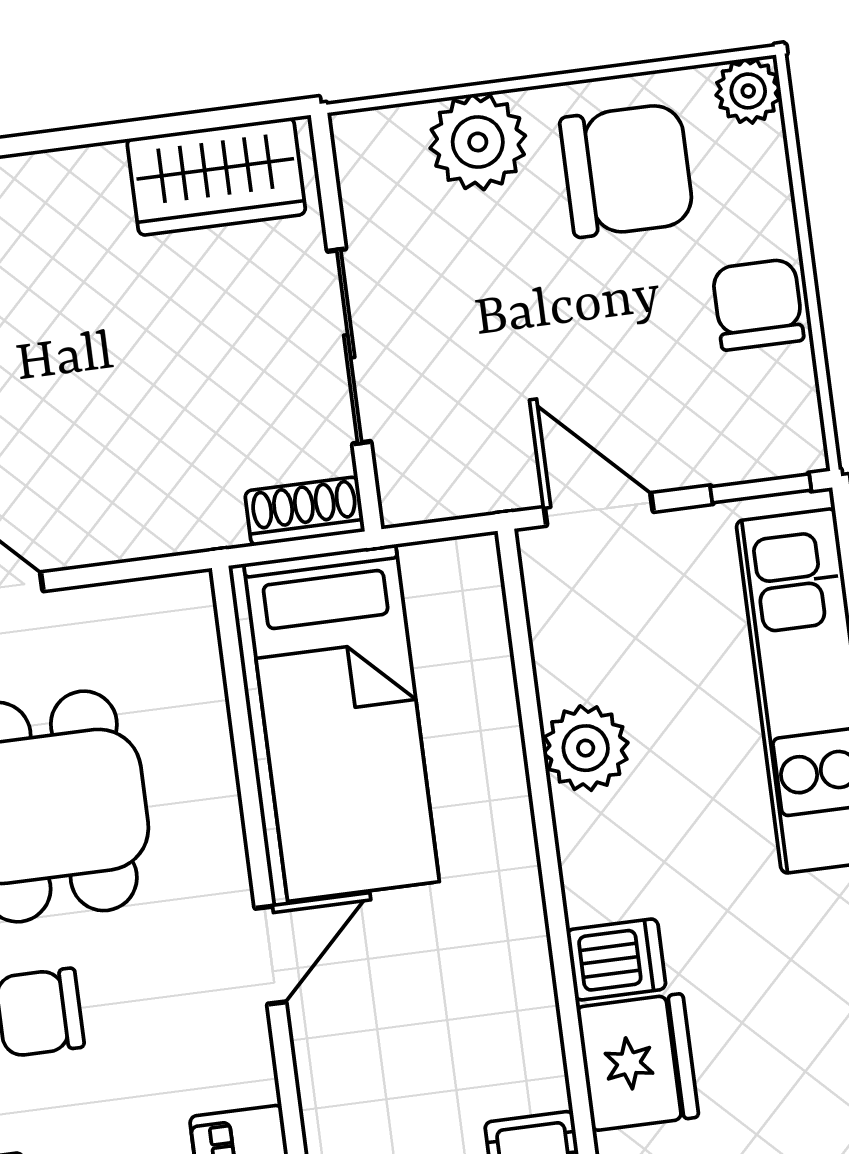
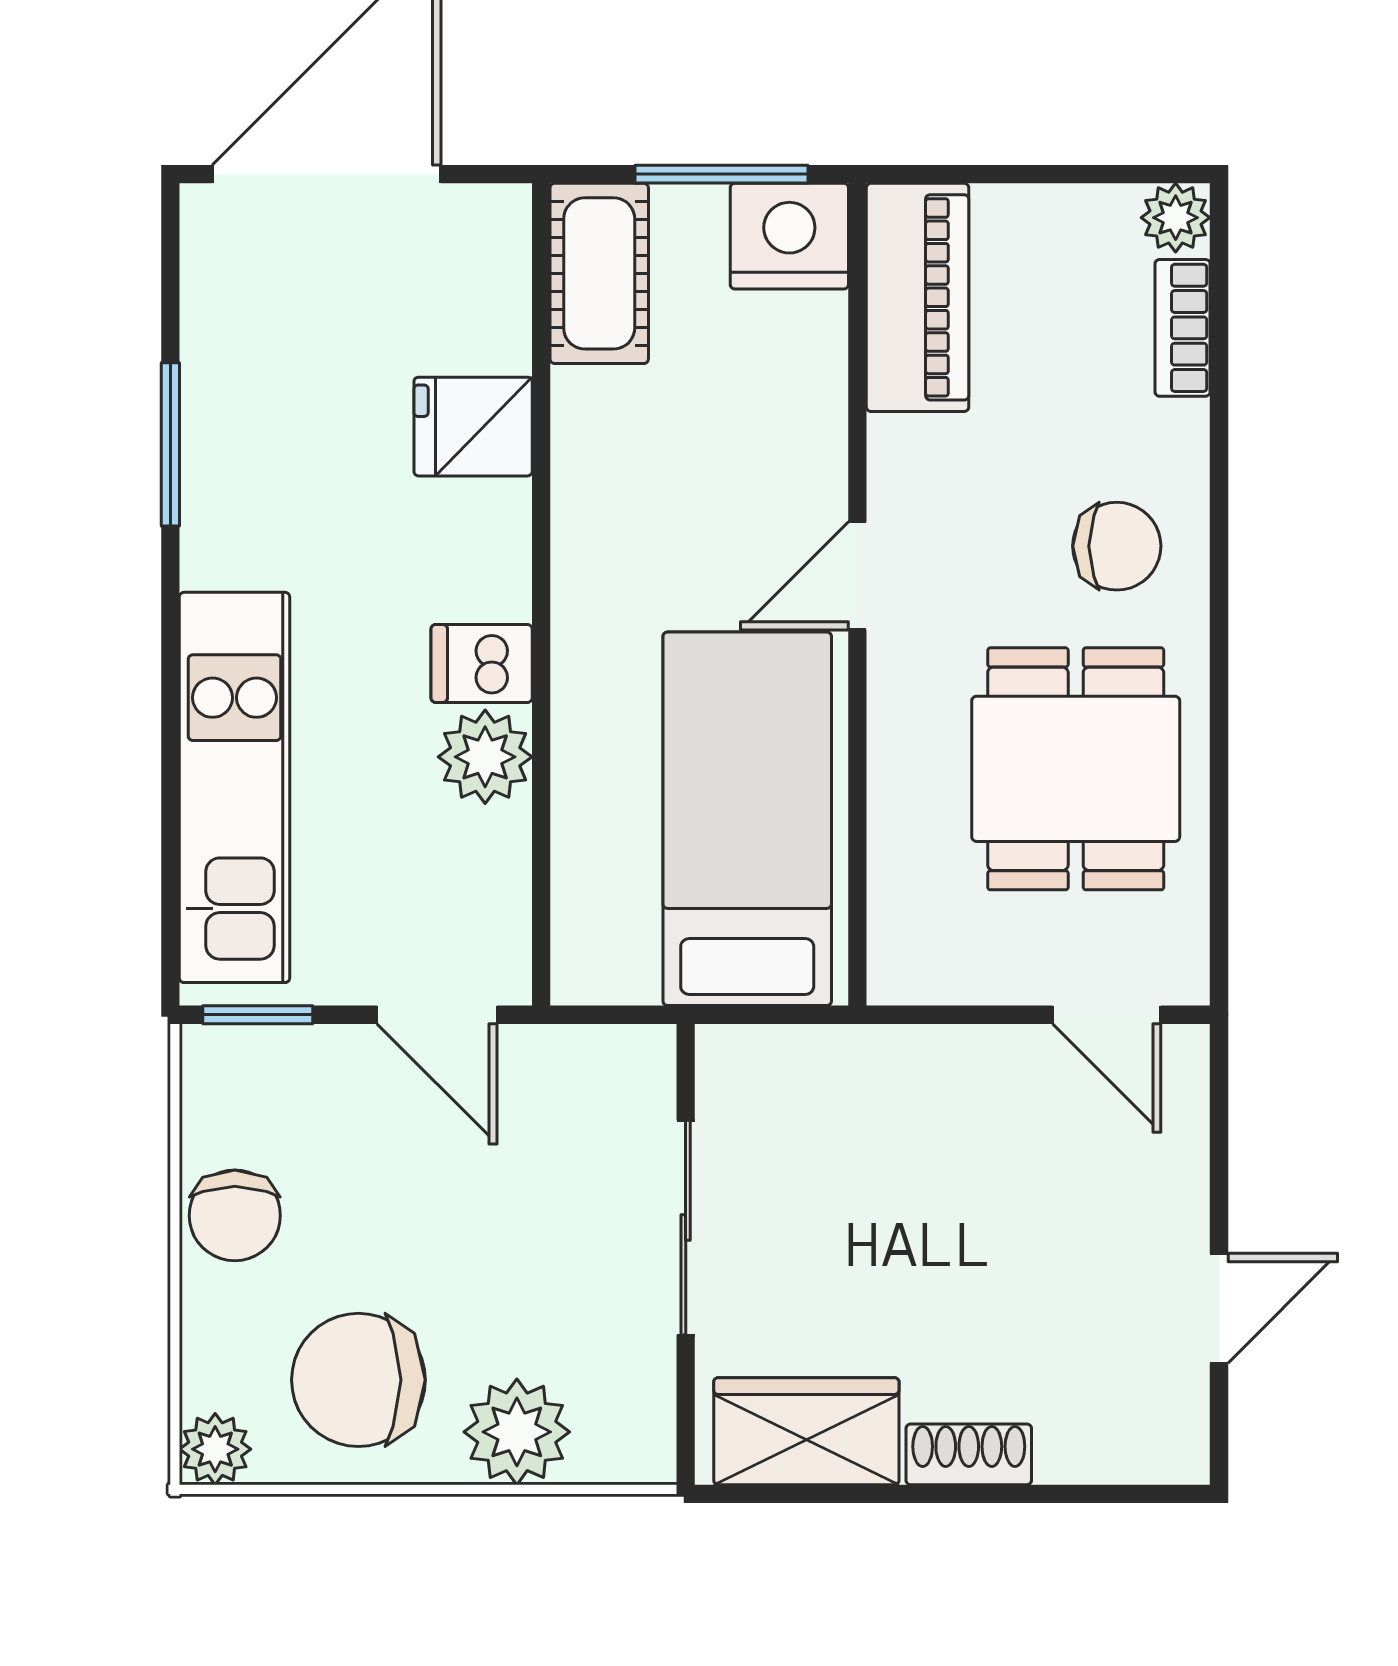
shoe rack: (305, 511) -> (969, 1454), moved, turned 180
dishwasher: (616, 959) -> (482, 663), moved
fridge: (638, 1062) -> (473, 427), width x0.72

